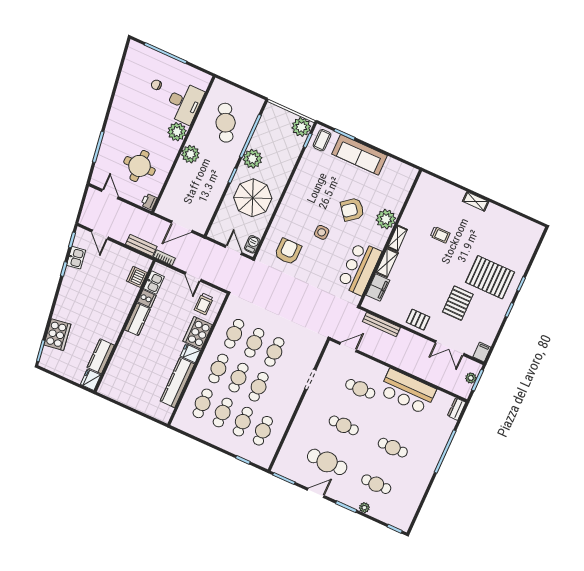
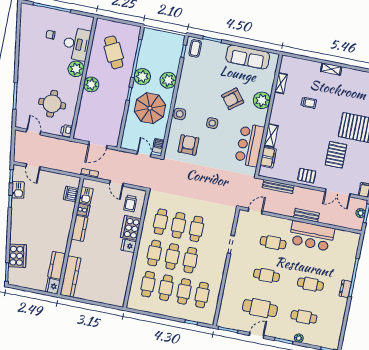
plant: (301, 127) -> (168, 80), moved
sofa: (360, 155) -> (248, 57), moved
side table: (286, 213) -> (180, 114), added
shelving: (398, 238) -> (281, 83), moved
bench: (141, 245) -> (306, 215), moved
kitchen counter: (177, 383) -> (70, 276), moved, turned 180
dresser: (457, 409) -> (345, 289), moved

